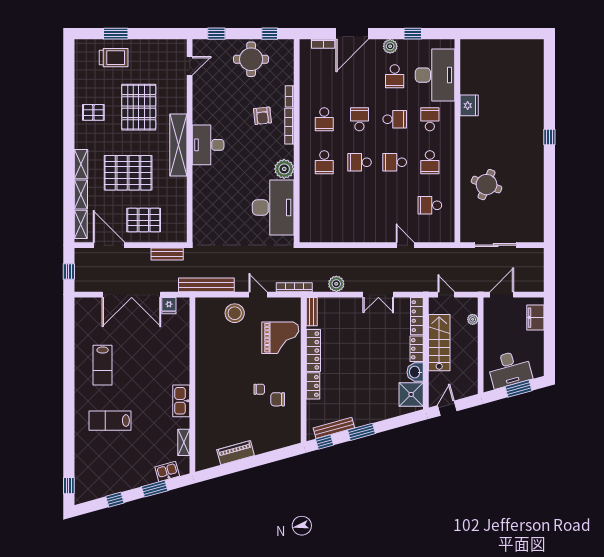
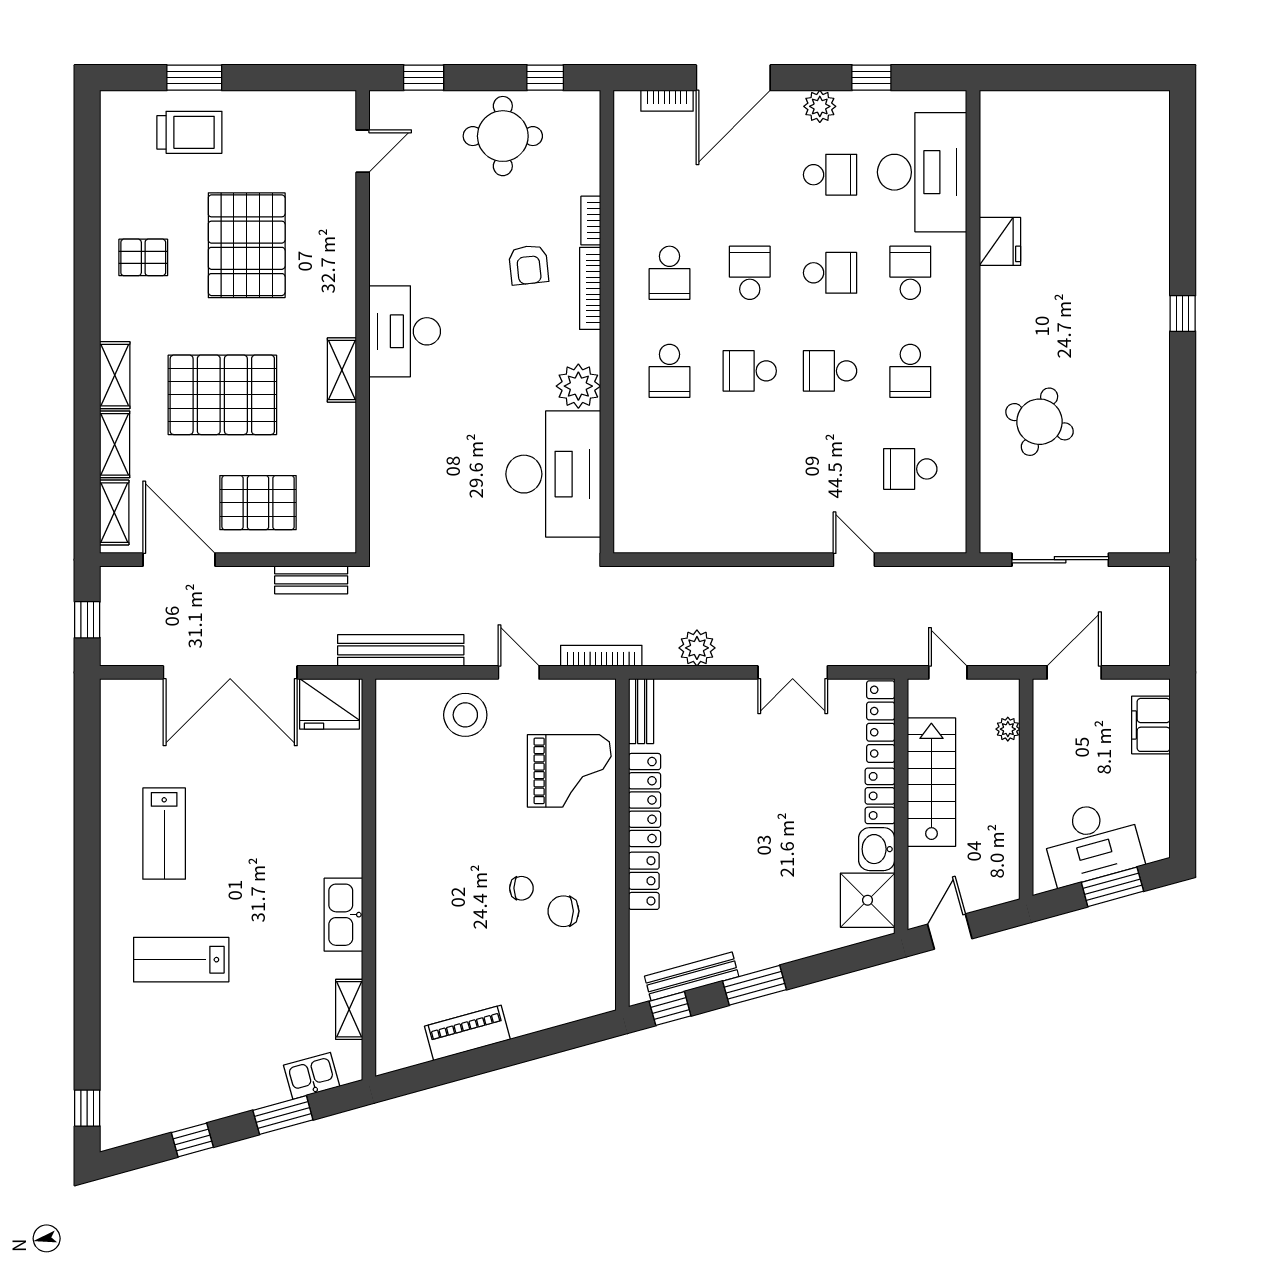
school desk: (395, 76) -> (830, 175), turned -90
shelving: (178, 145) -> (342, 370), width x0.45, depth x0.75
fridge: (169, 306) -> (329, 704), width x1.88, depth x1.34

